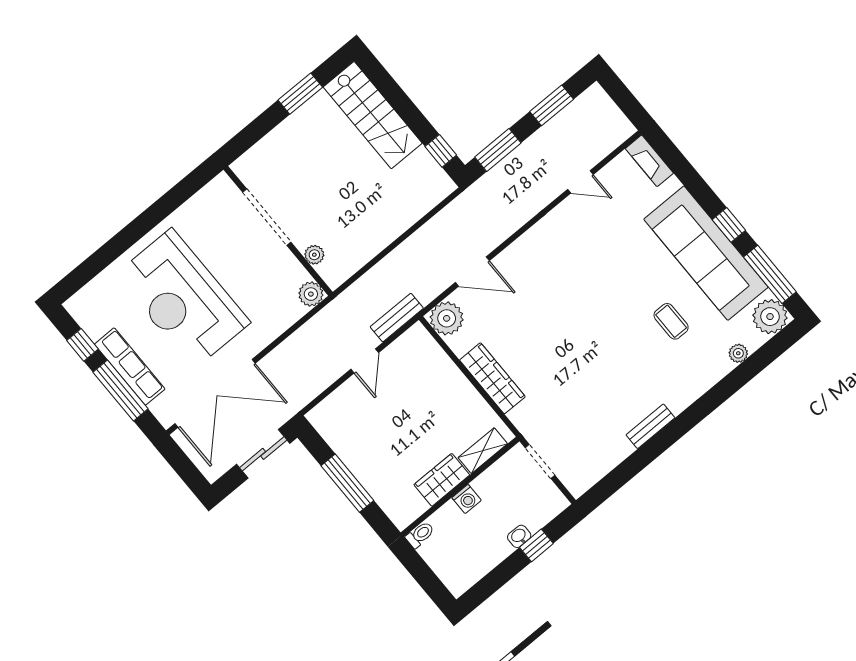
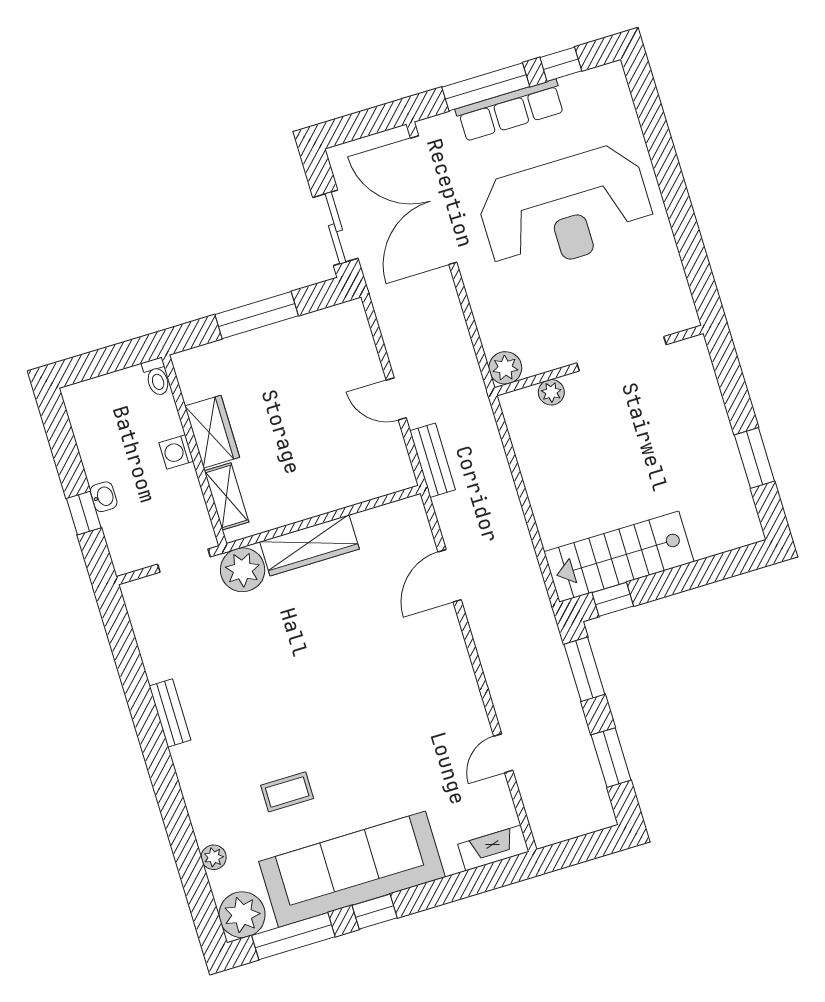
stairs: (373, 115) -> (619, 557), moved
reception desk: (183, 299) -> (565, 210), turned 180
plant: (447, 318) -> (243, 570), moved

